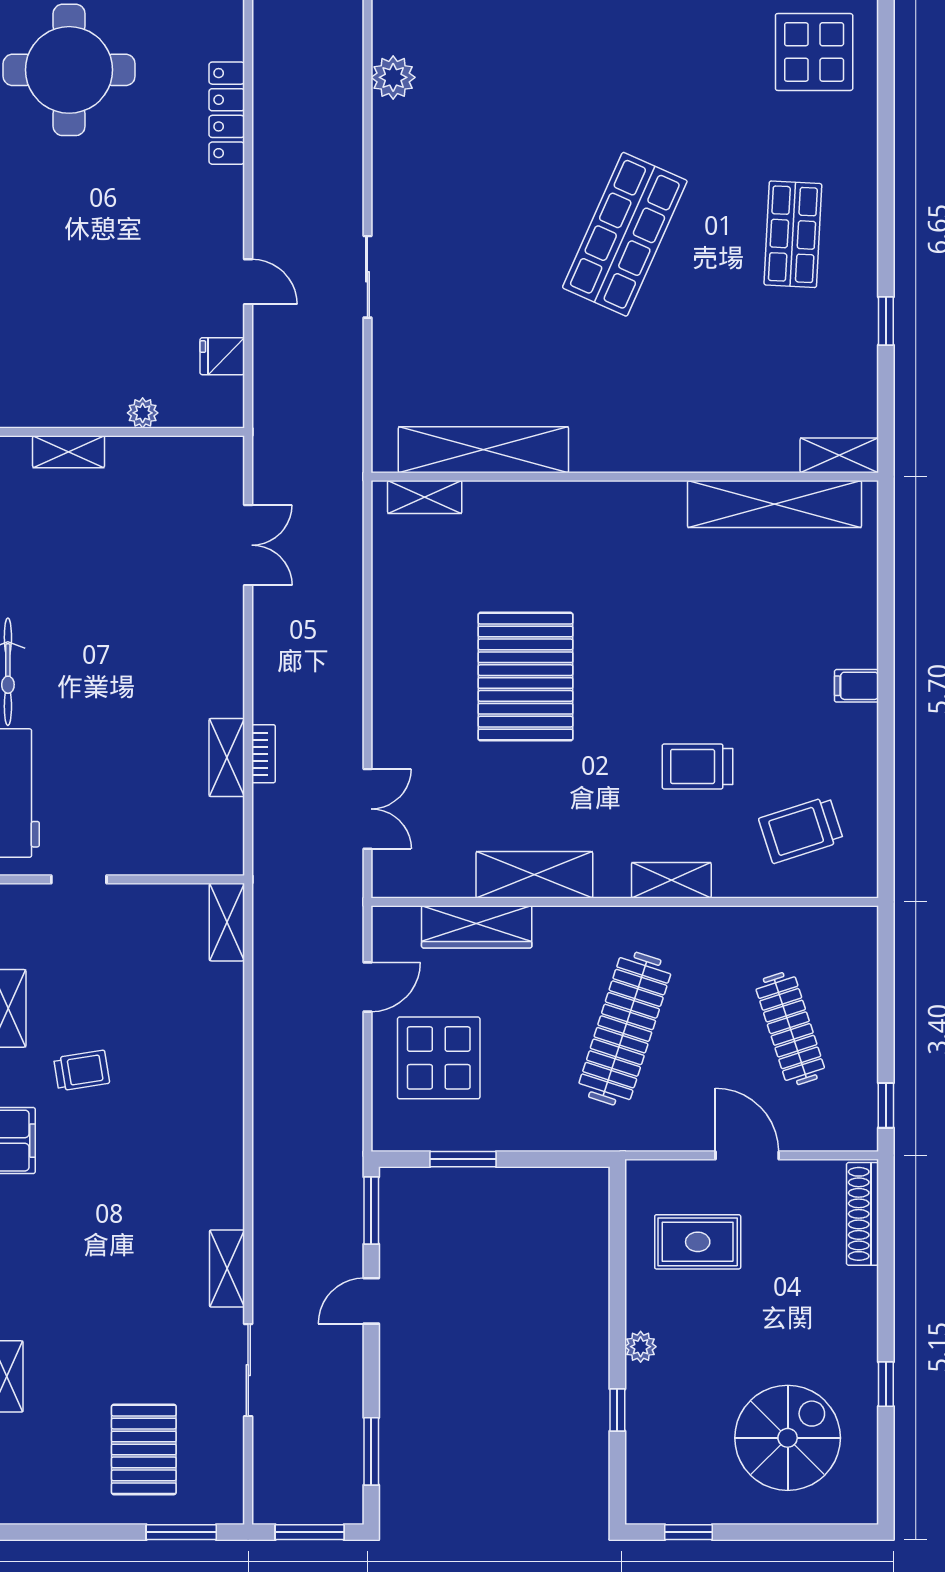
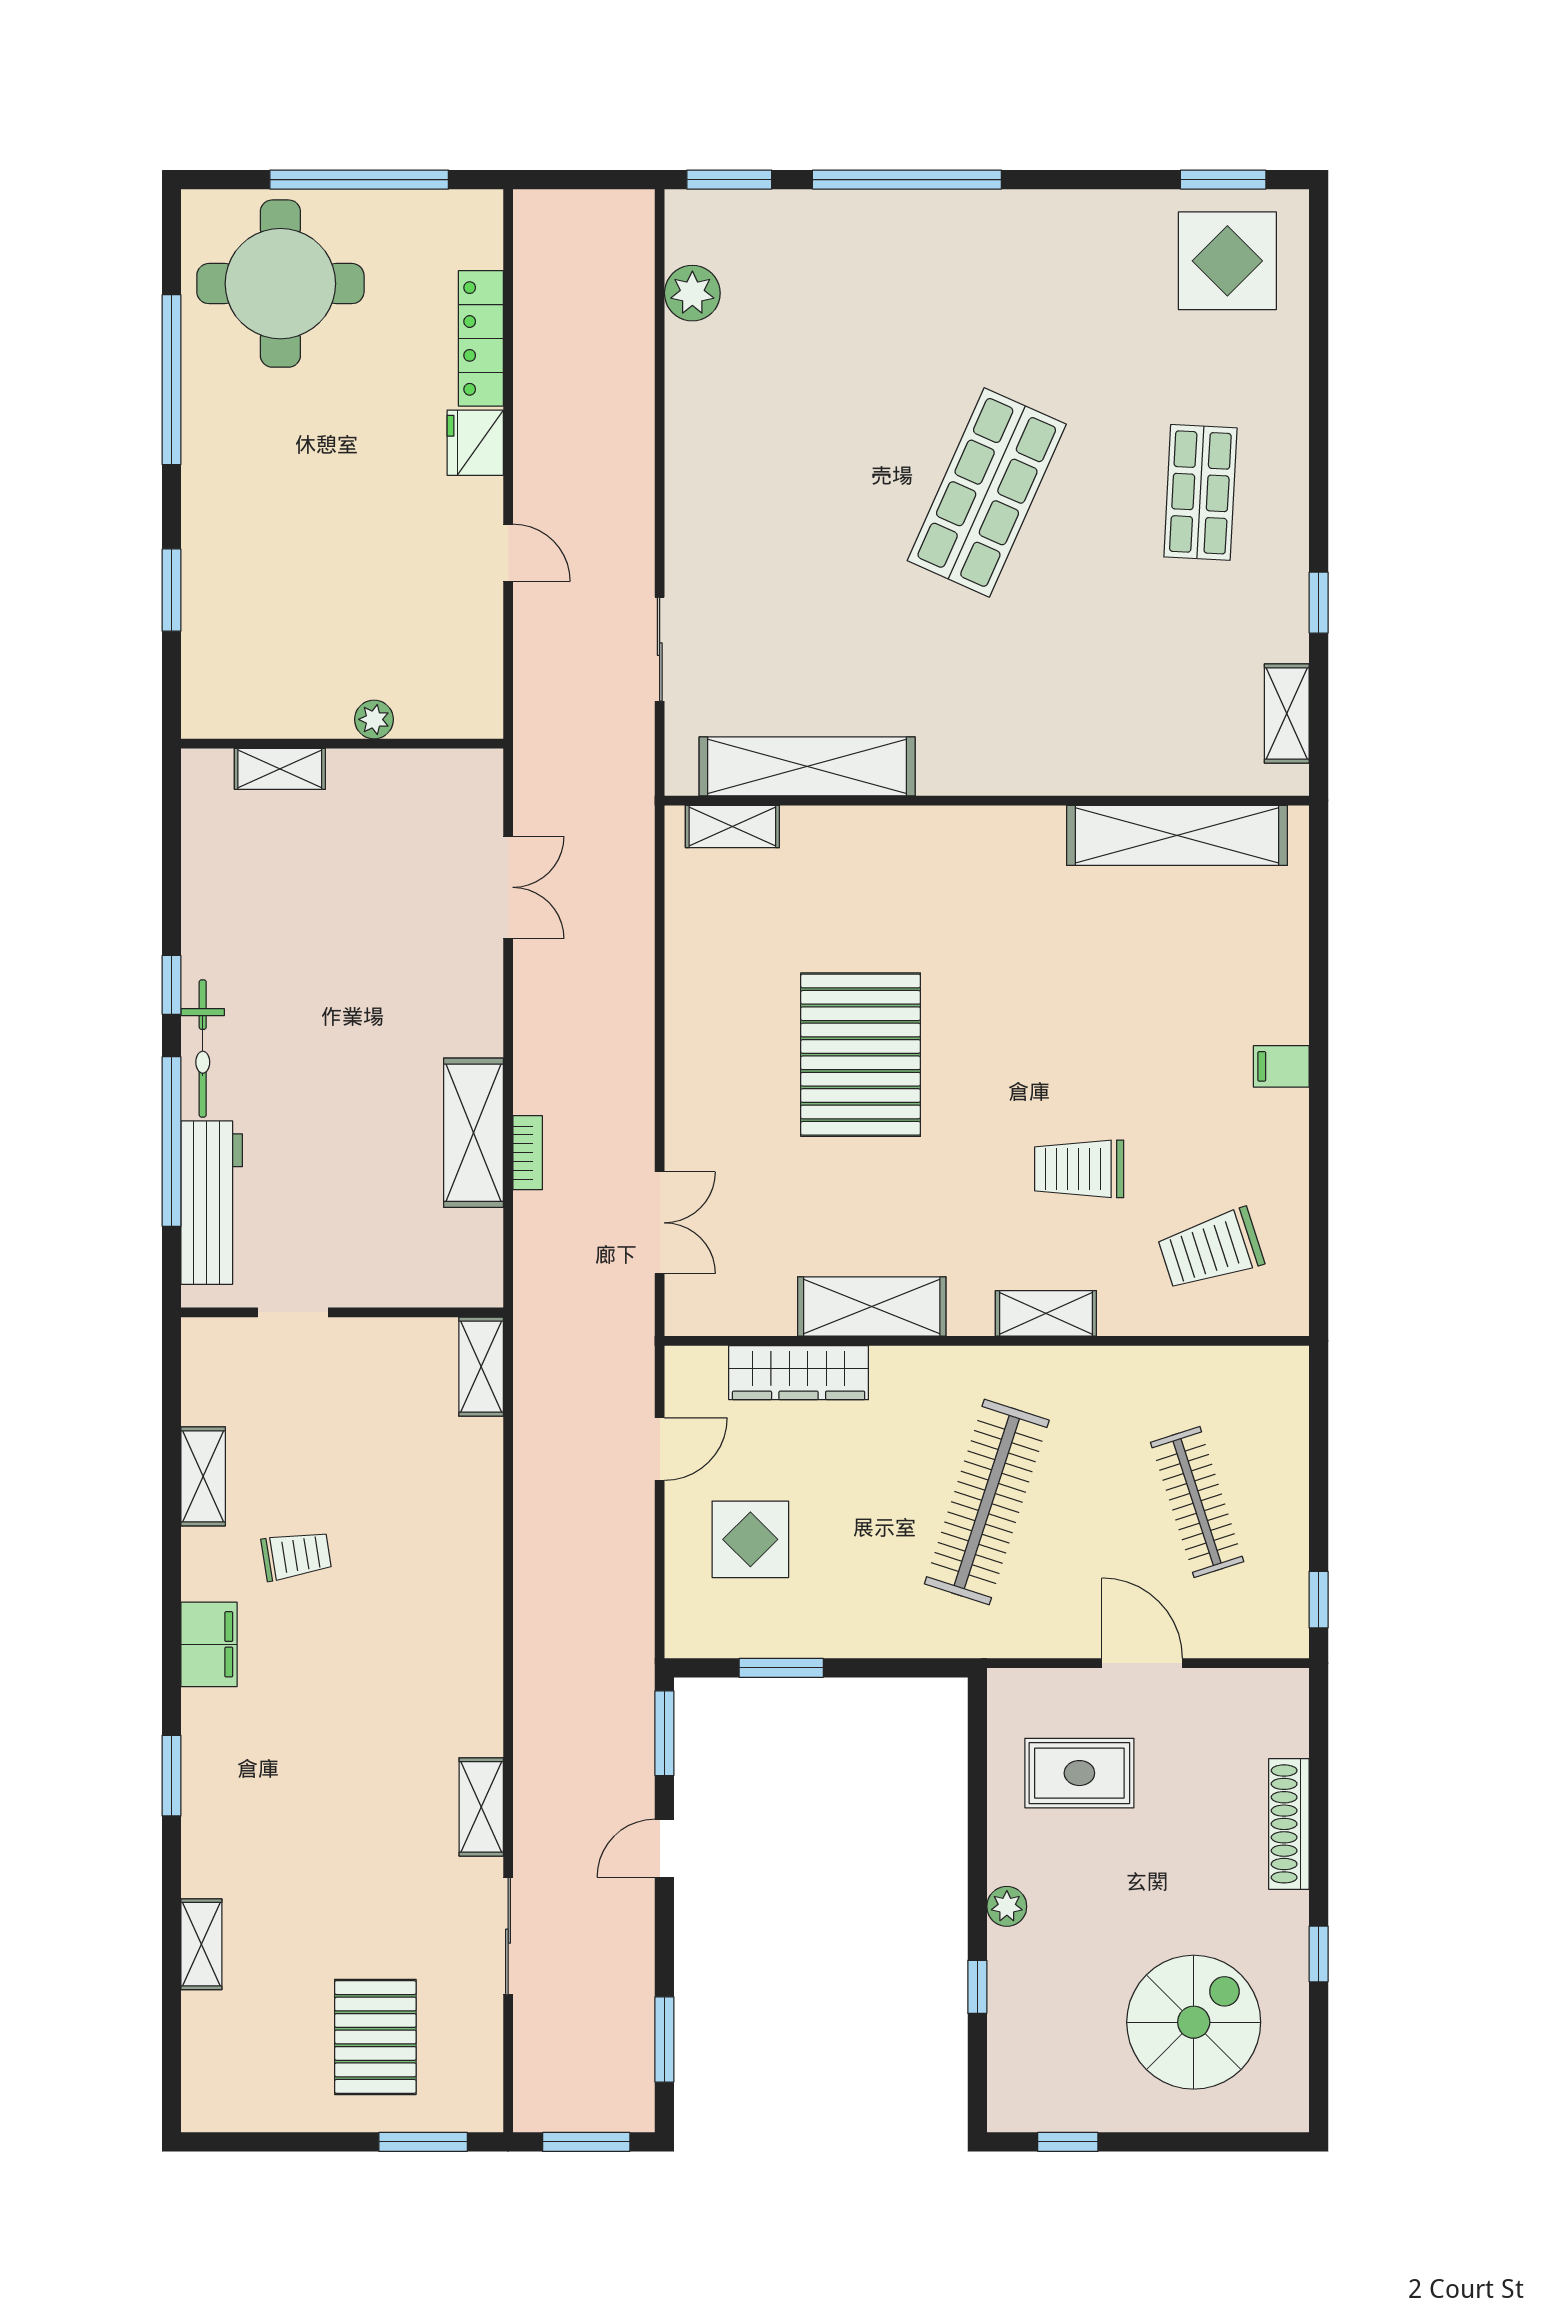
sliding door: (367, 277) -> (660, 649), moved
fridge: (222, 356) -> (475, 443), moved, width x1.38
shelving: (839, 455) -> (1287, 713), moved, turned 90
shelving: (227, 758) -> (473, 1133), width x1.50, depth x1.33
display table: (439, 1058) -> (750, 1539), width x0.73, depth x0.73
shoe rack: (863, 1214) -> (1289, 1824), moved

